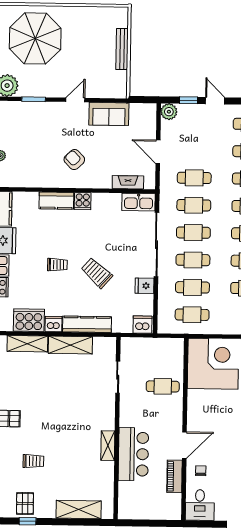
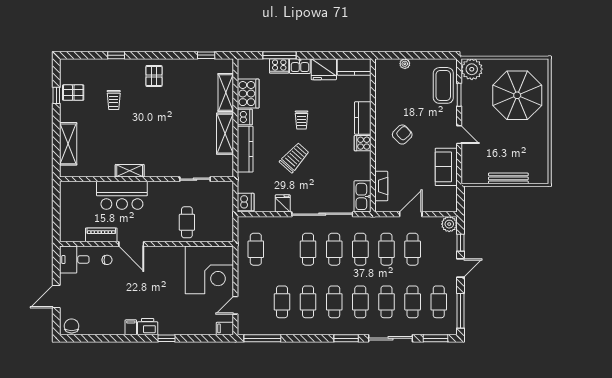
coffee table: (24, 116) -> (443, 85), added
cafe table: (192, 287) -> (413, 249), moved

